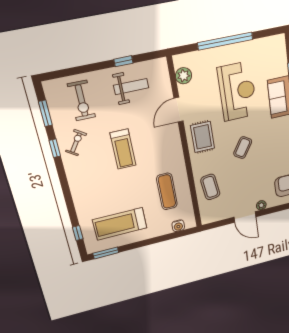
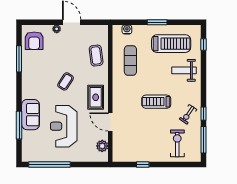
window: (225, 41) -> (50, 164), moved
weight bench: (131, 87) -> (184, 70), moved
door: (179, 110) -> (110, 122), swing flipped
window: (45, 113) -> (204, 140), width x1.44
treadmill: (123, 149) -> (156, 102), turned -90
window: (106, 253) -> (157, 22), moved

